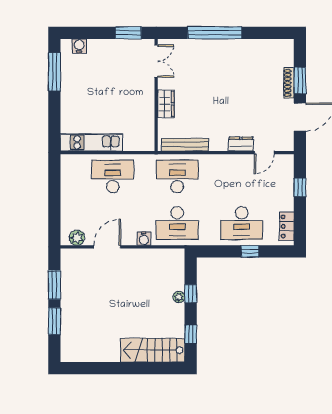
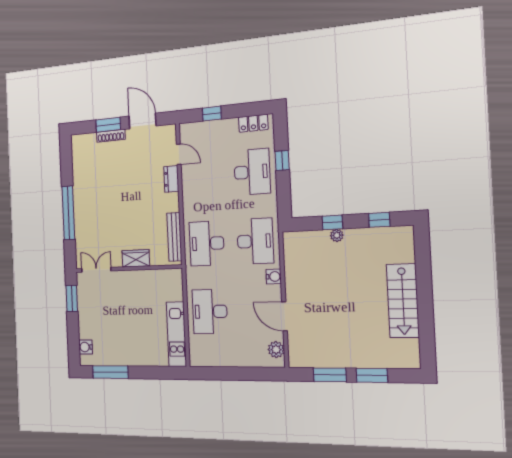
stairs: (153, 350) -> (403, 301), moved

